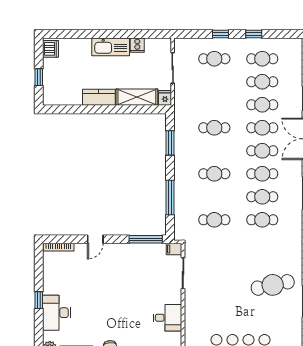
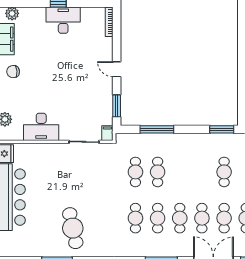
window: (170, 143) -> (222, 129), moved
cafe table: (214, 174) -> (158, 172), moved
door: (95, 239) -> (117, 69), moved
window: (146, 239) -> (117, 106), width x0.69
desk: (57, 313) -> (63, 20), moved
desk: (167, 318) -> (41, 127), width x1.37

